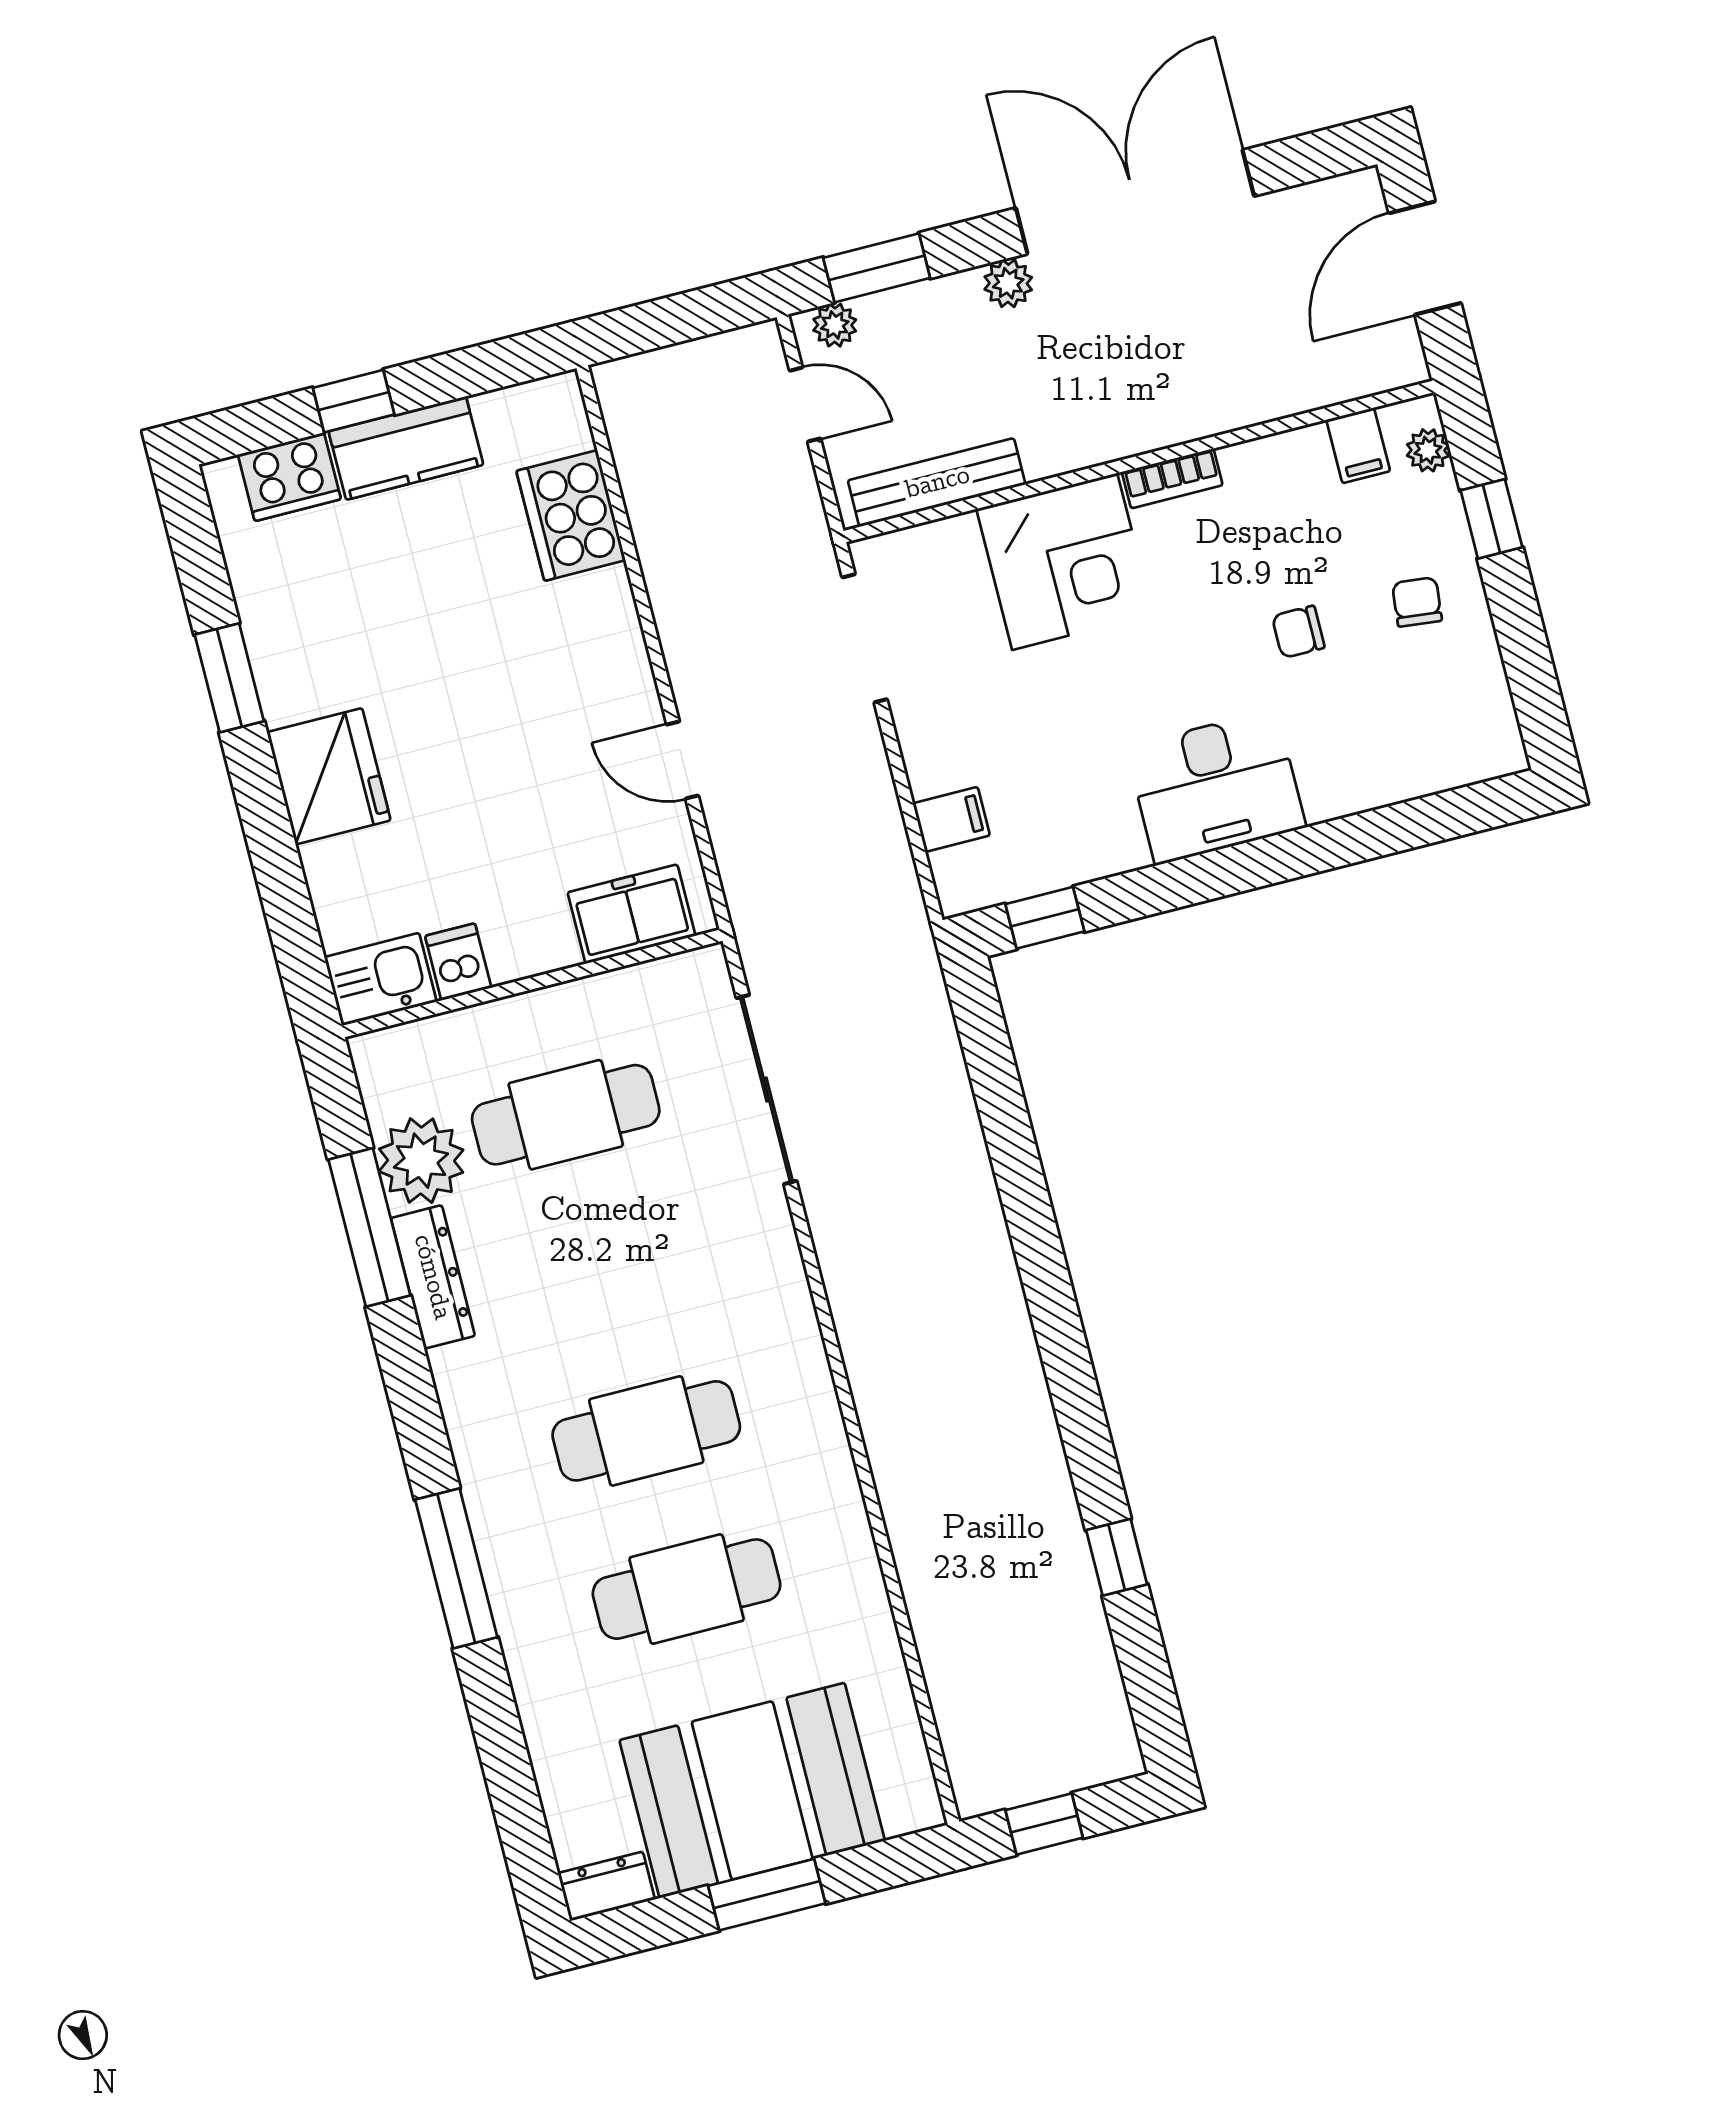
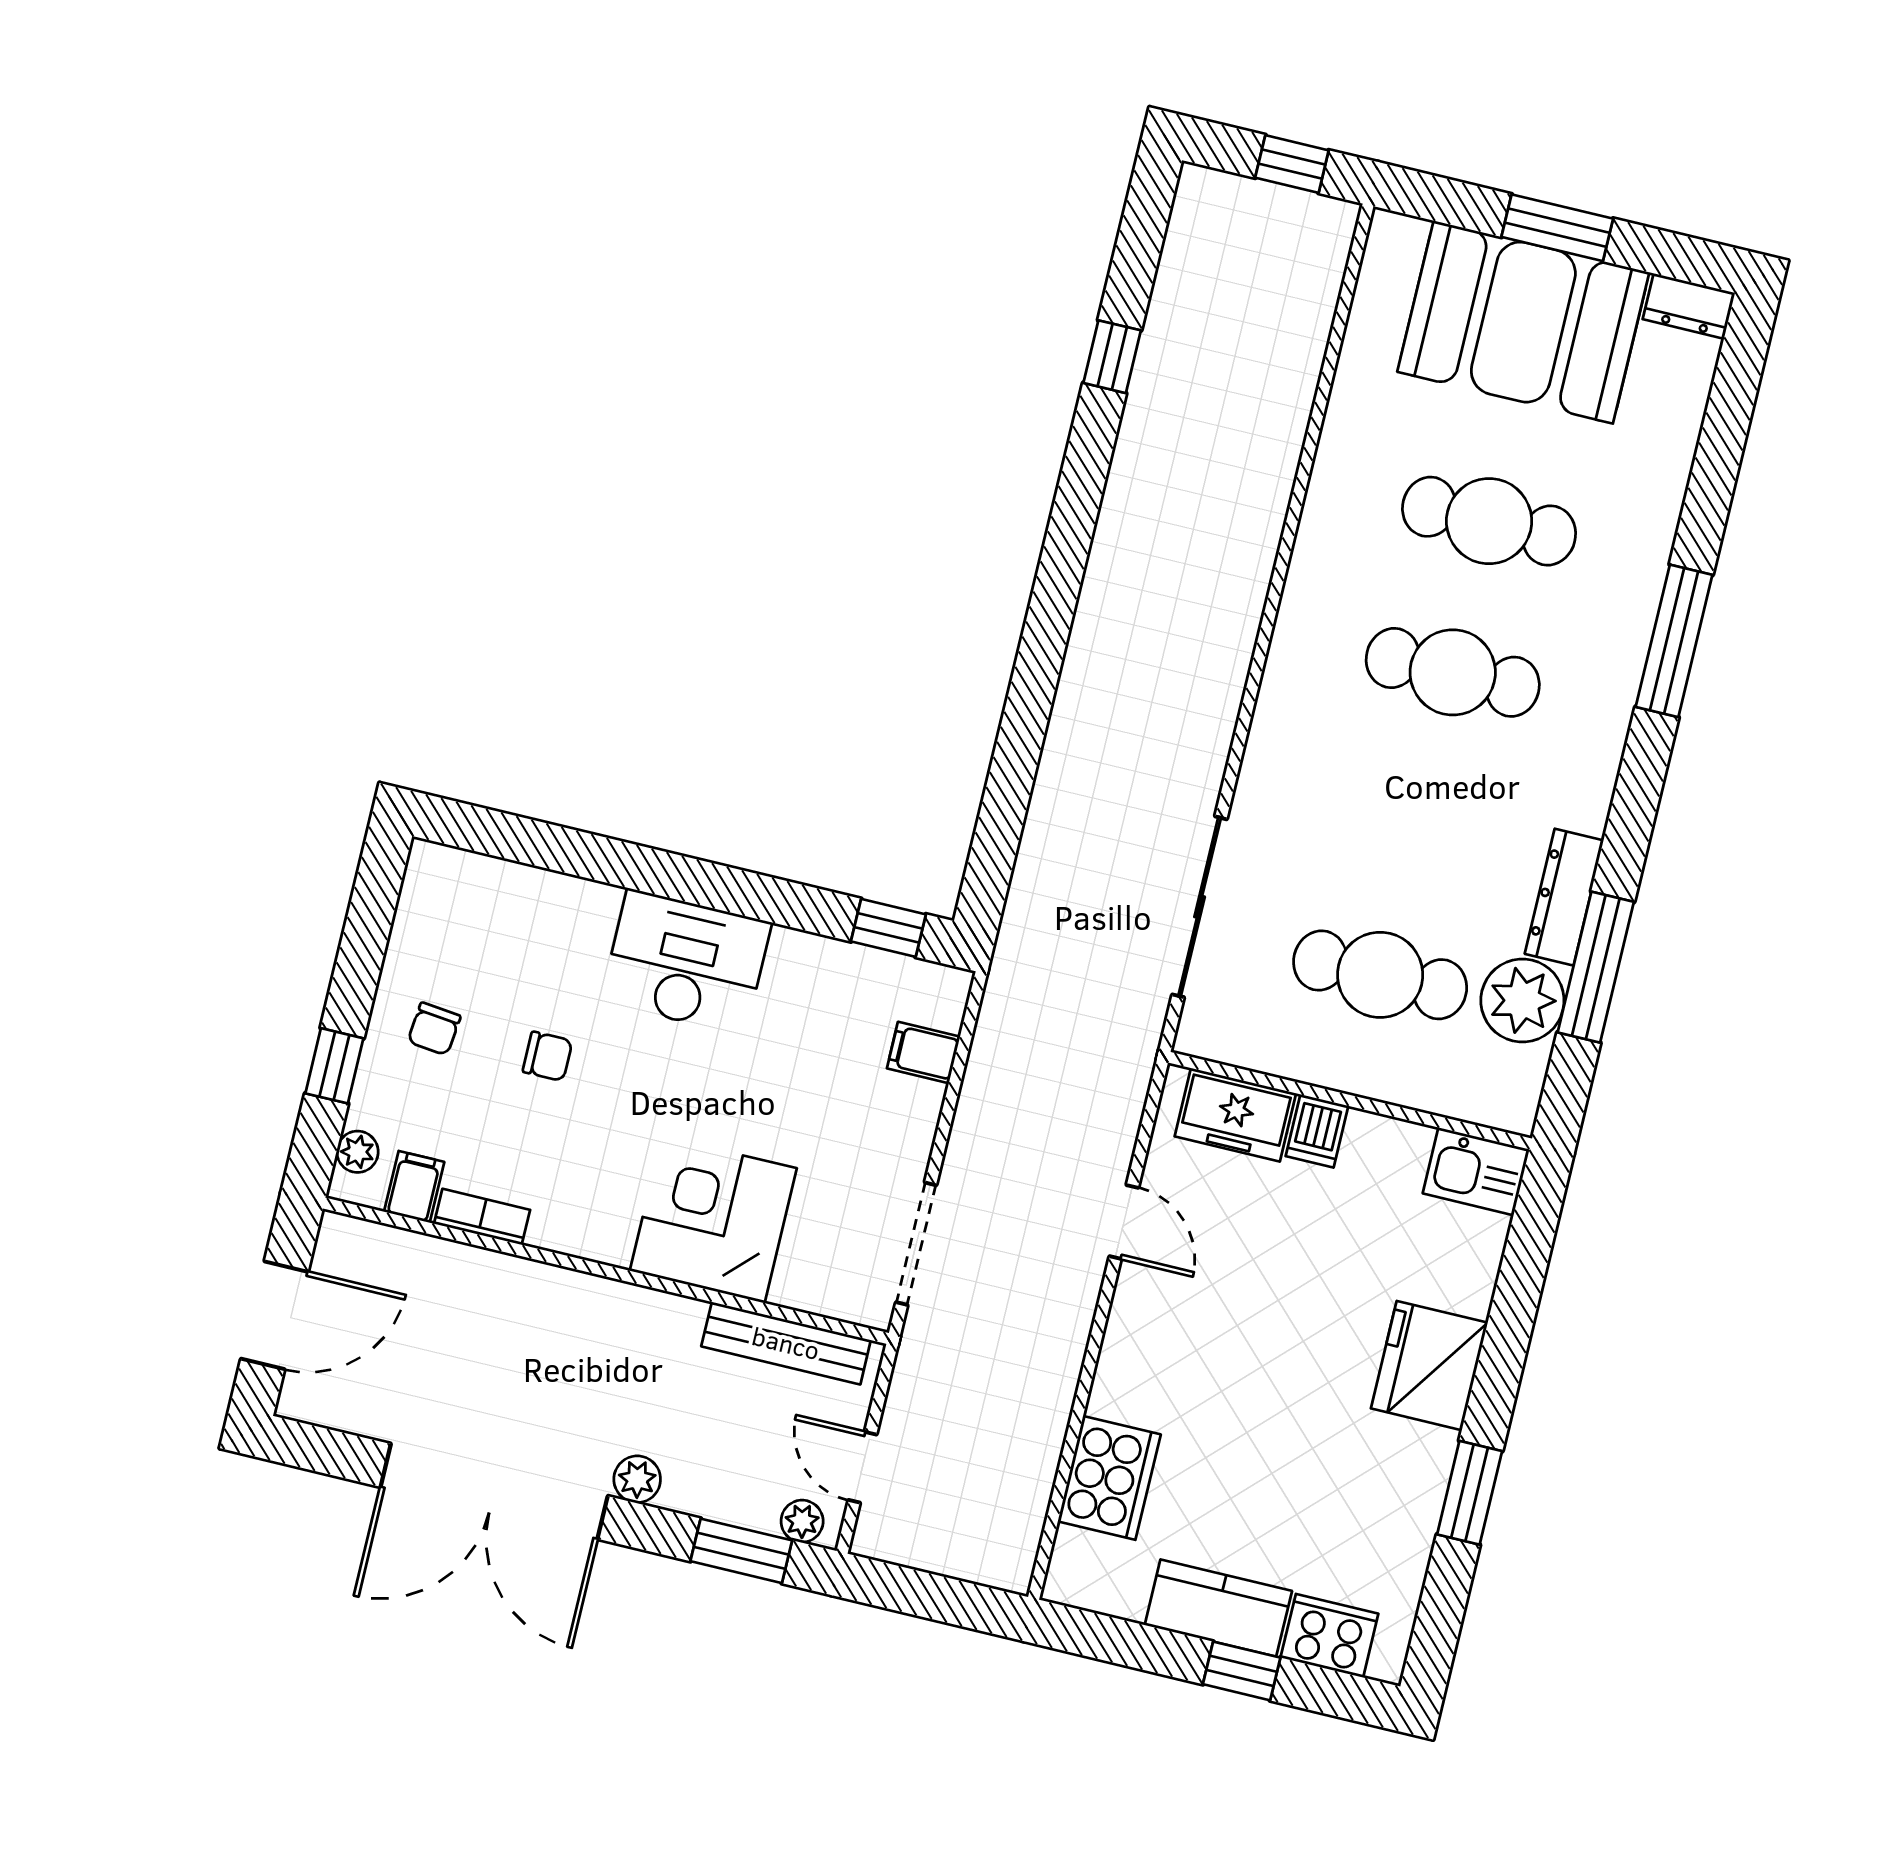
bookcase: (1172, 479) -> (482, 1217), moved
dishwasher: (458, 962) -> (1317, 1131), moved

